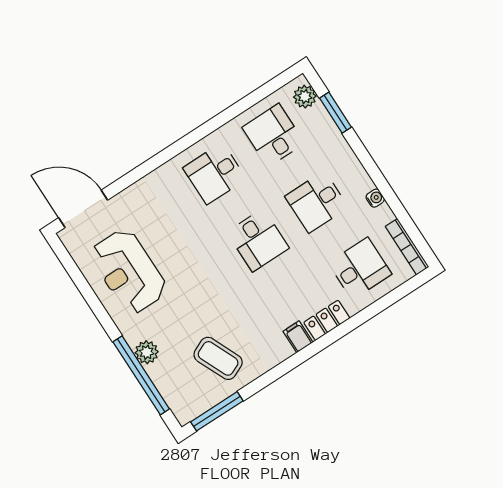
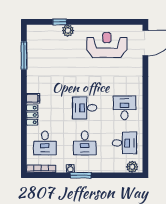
window: (335, 113) -> (81, 175), moved
desk: (317, 202) -> (85, 143), turned 180
coffee table: (218, 358) -> (46, 59), removed
window: (141, 375) -> (60, 22), width x0.32
window: (217, 411) -> (24, 56), moved

